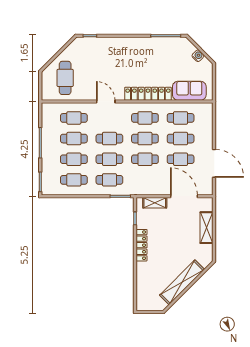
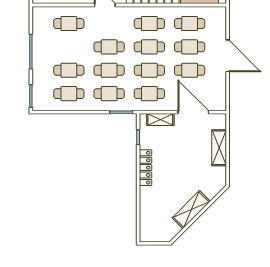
cafe table: (74, 139) -> (149, 94), moved
door: (214, 163) -> (228, 56), moved
shelving: (182, 282) -> (191, 210), width x0.68

